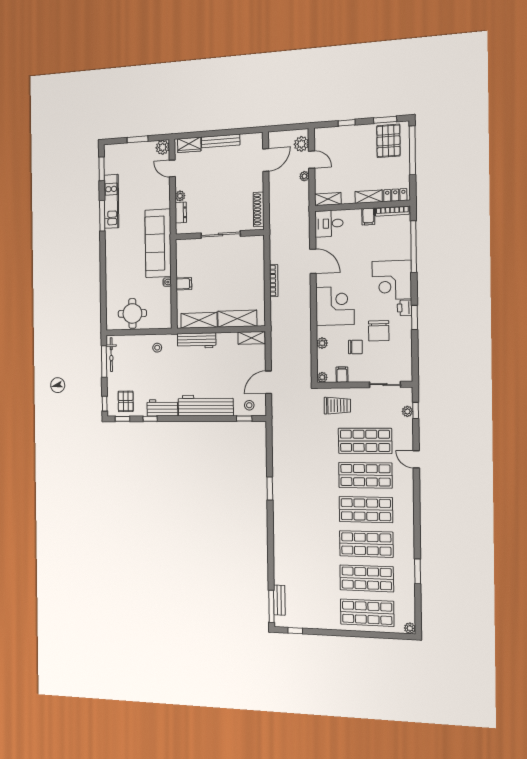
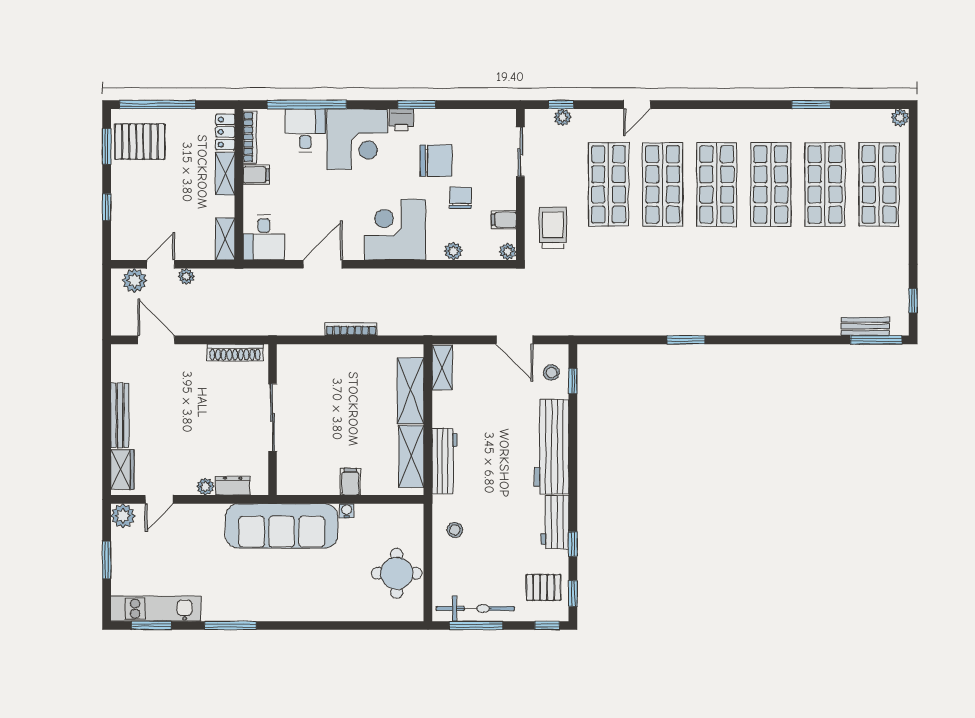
kitchen unit: (111, 201) -> (156, 609), moved
desk: (397, 246) -> (305, 130), added
bicycle: (111, 355) -> (475, 609), width x1.37, depth x1.40

